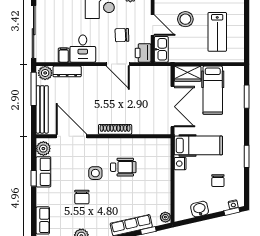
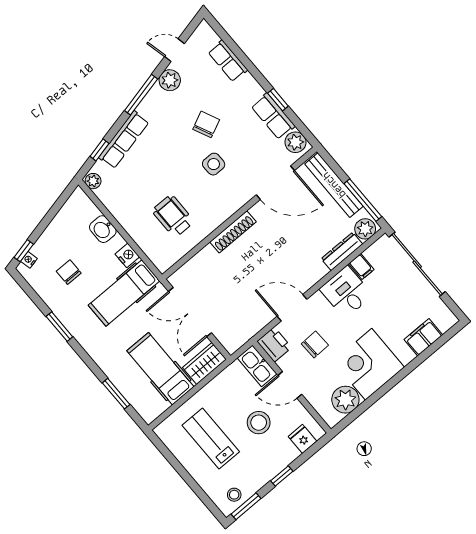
wheelchair: (123, 167) -> (173, 216), moved, turned 90
chair: (82, 197) -> (206, 124), turned 65
washbasin: (200, 209) -> (103, 229), moved, turned 103

